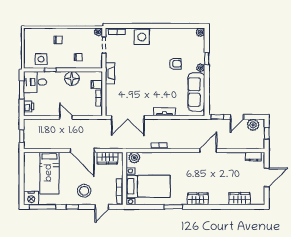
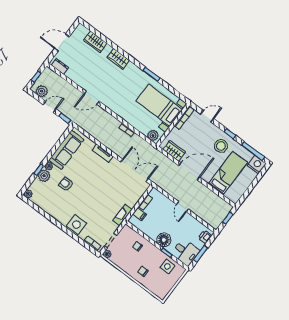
plant: (199, 57) -> (44, 176), added
floor lamp: (72, 79) -> (164, 240), moved
door: (82, 150) -> (189, 171), hinge flipped
stool: (84, 191) -> (221, 146), moved
wardrobe: (198, 199) -> (118, 59), moved

